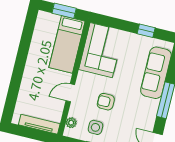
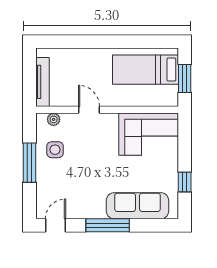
bed: (67, 44) -> (145, 70), moved
armchair: (106, 102) -> (89, 154), removed

